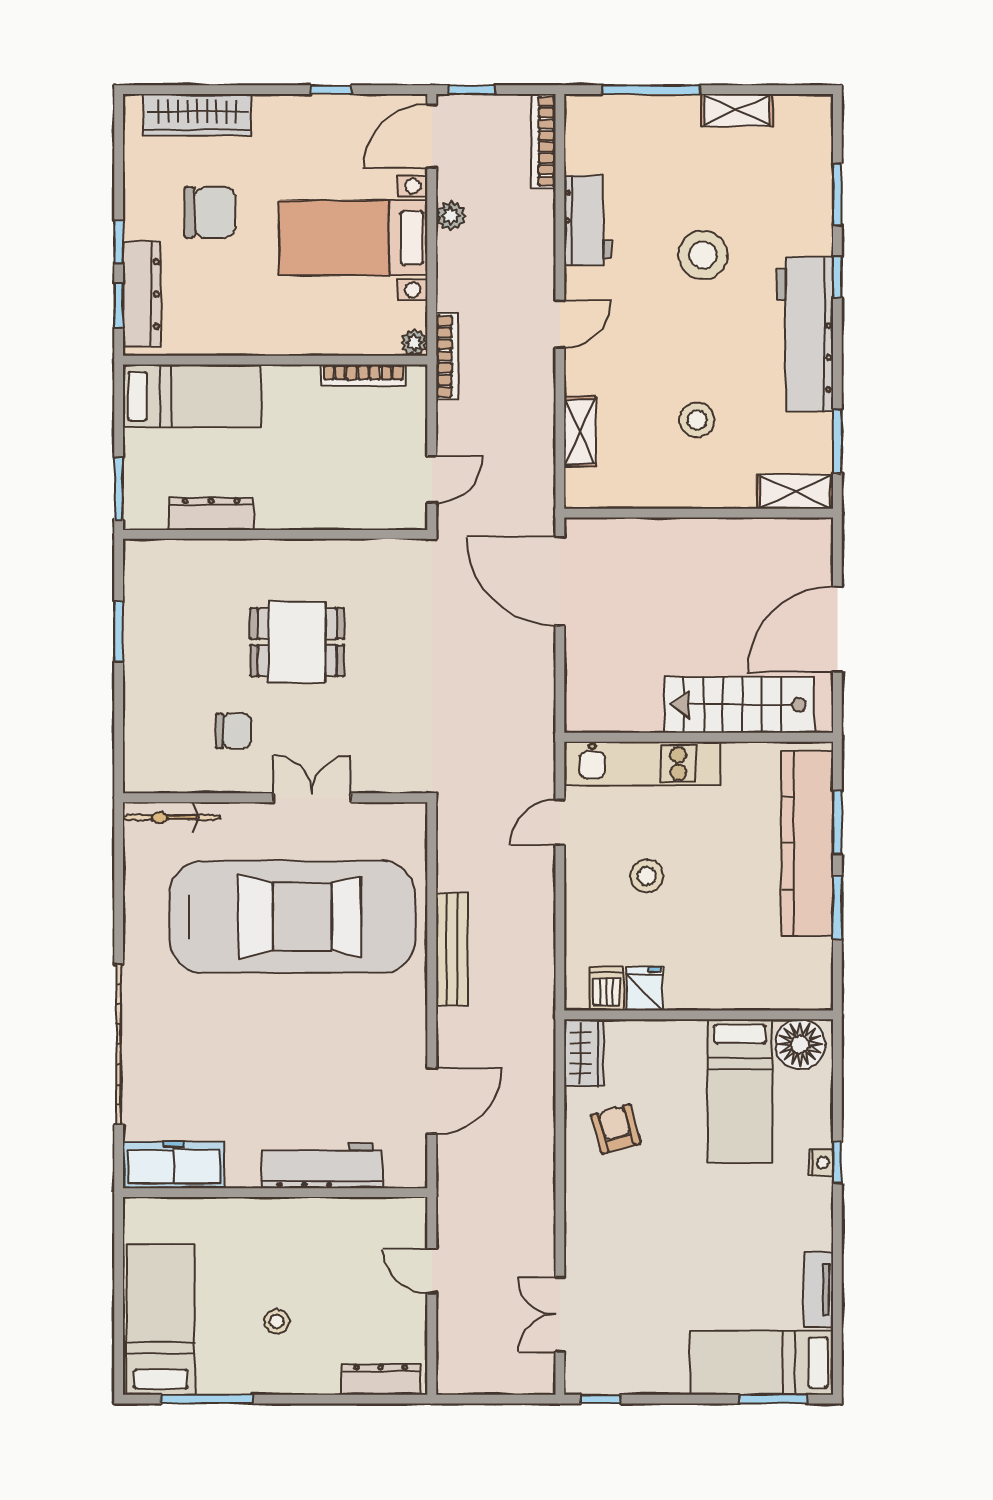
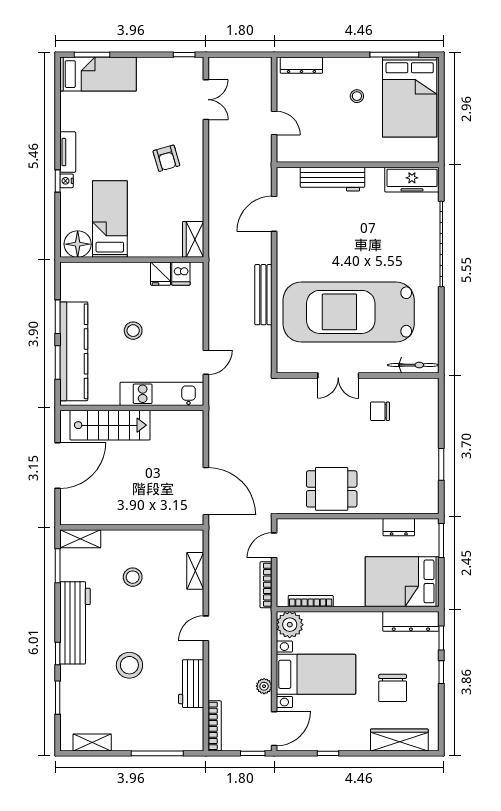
shelving: (737, 110) -> (92, 743), moved
chair: (210, 212) -> (393, 688), turned -90
dresser: (142, 294) -> (411, 621), moved, turned -90
plant: (414, 343) -> (290, 625), width x1.88, depth x1.88
bookcase: (447, 356) -> (266, 585), moved
bed: (192, 396) -> (402, 581), width x1.50
dresser: (211, 514) -> (399, 527), width x0.70
dining table: (297, 642) -> (332, 489), moved
stool: (647, 876) -> (133, 331), moved
armchair: (616, 1129) -> (166, 158), moved
tv unit: (819, 1290) -> (68, 152), moved
bed: (161, 1320) -> (410, 97), width x1.50

